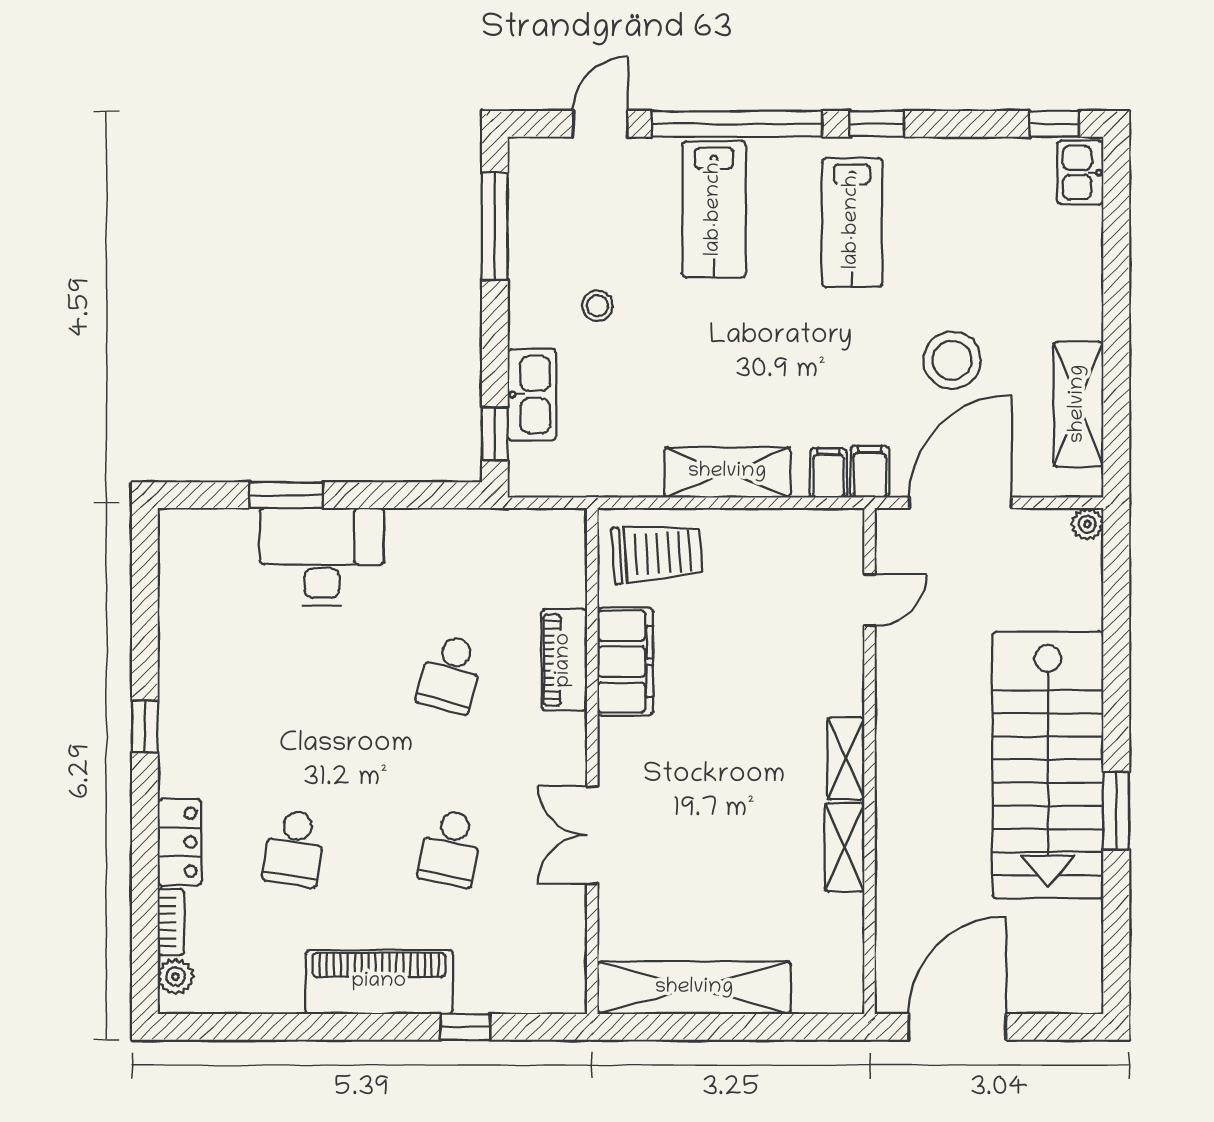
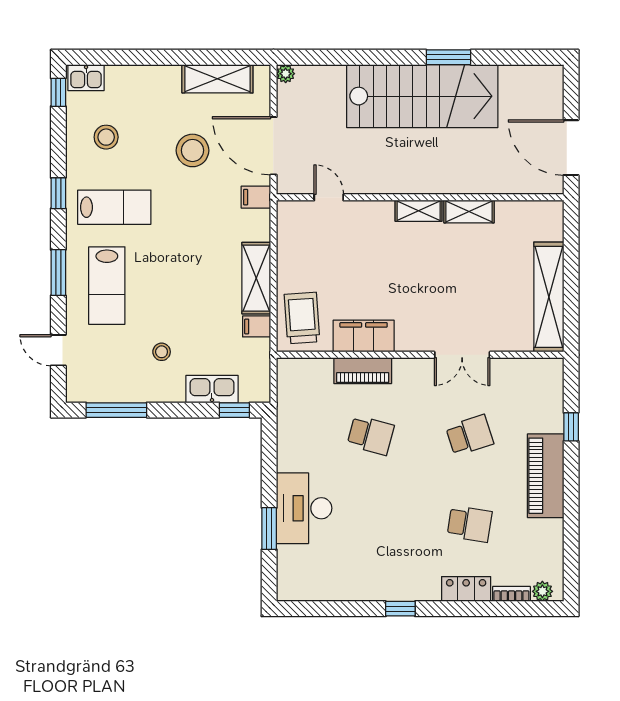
window: (737, 124) -> (58, 273), width x0.47
stool: (976, 208) -> (106, 137), added
lab bench: (714, 209) -> (107, 286), turned 90
filing cabinet: (828, 473) -> (257, 326), moved
school desk: (450, 848) -> (470, 435), turned -30

